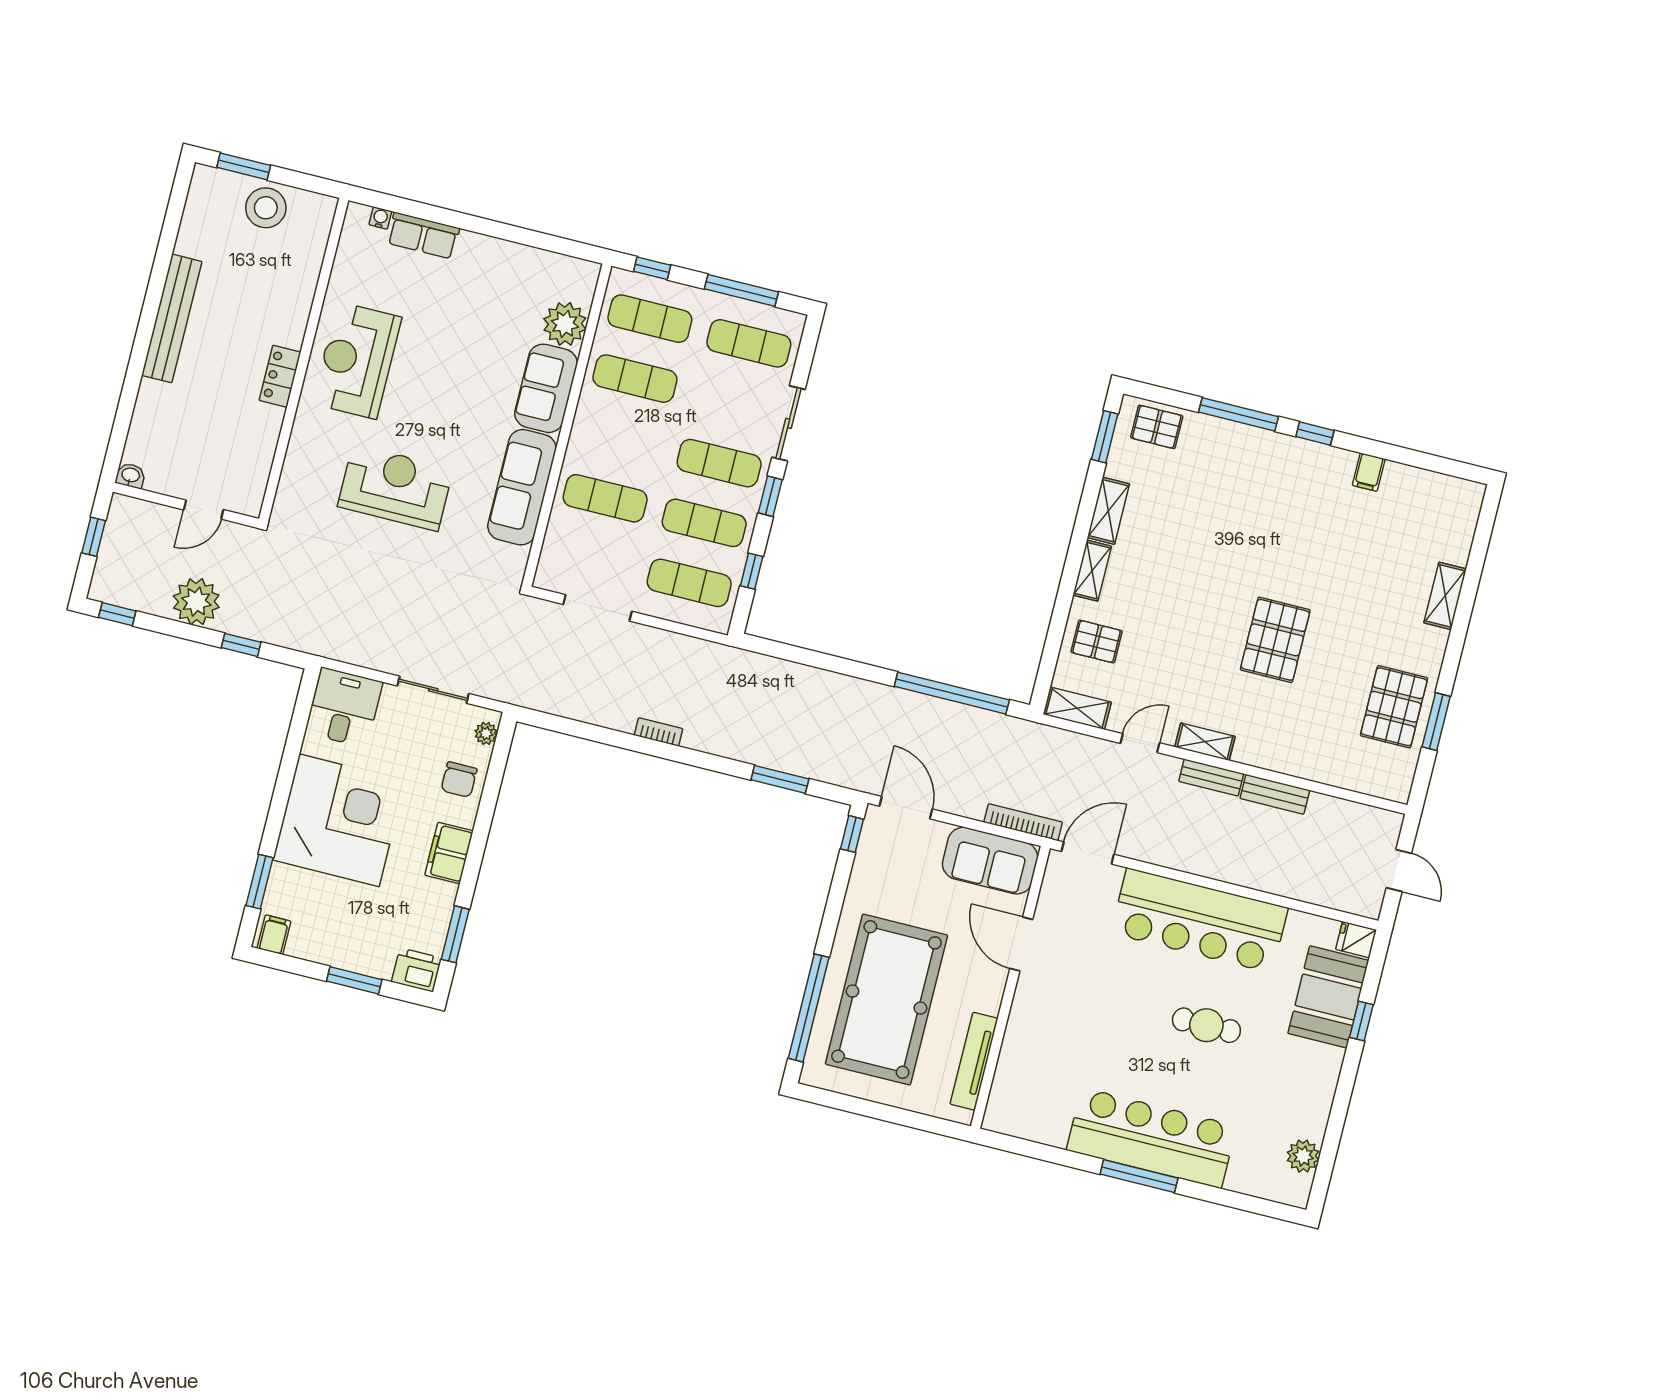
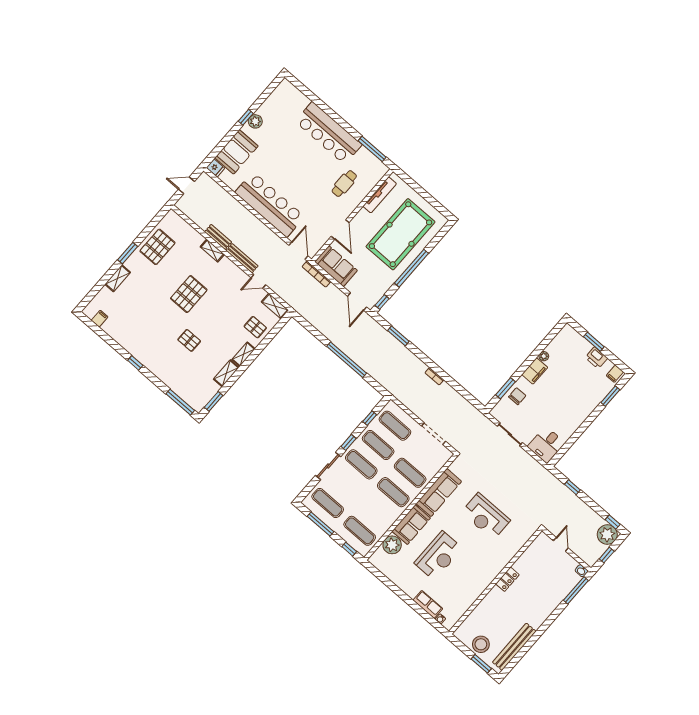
bench: (172, 318) -> (514, 647), moved
reception desk: (357, 360) -> (438, 556), moved
exercise mat: (635, 379) -> (393, 492), moved
window: (1238, 414) -> (180, 402), moved
window: (121, 427) -> (576, 590), added
pallet: (1157, 427) -> (189, 340), moved
filing cabinet: (1369, 472) -> (100, 319), moved
door: (204, 510) -> (561, 544), hinge flipped
plant: (196, 602) -> (607, 535), moved
window: (952, 693) -> (347, 360), moved
window: (1436, 722) -> (128, 253), moved
plant: (486, 733) -> (544, 356), moved
shelving: (1205, 742) -> (212, 251), moved
bench: (1211, 778) -> (242, 258), width x1.36
corner desk: (339, 820) -> (569, 404), removed
door: (1088, 853) -> (298, 251), swing flipped
door: (1399, 871) -> (187, 185), hinge flipped
window: (455, 934) -> (506, 388), moved
printer: (417, 970) -> (596, 358), moved
window: (809, 1008) -> (411, 268), moved
window: (1361, 1021) -> (246, 117), moved
cafe table: (1206, 1025) -> (344, 184), moved, turned 90
plant: (1303, 1156) -> (255, 121), moved
window: (1139, 1176) -> (372, 149), moved

